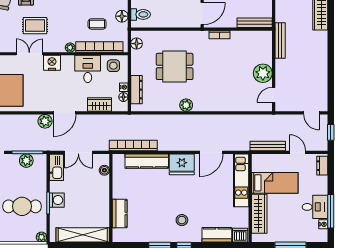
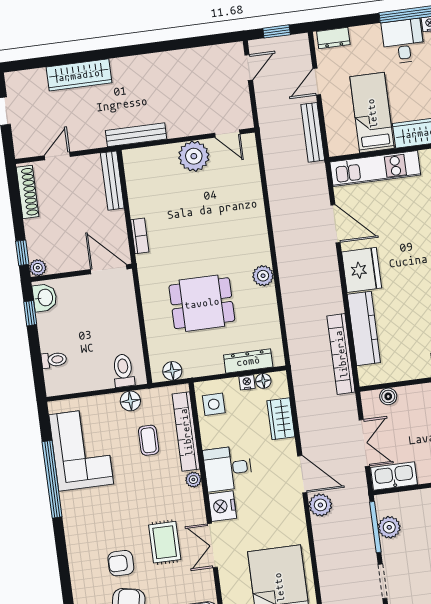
dining table: (175, 66) -> (202, 303), turned 90
desk: (88, 69) -> (228, 468), moved

